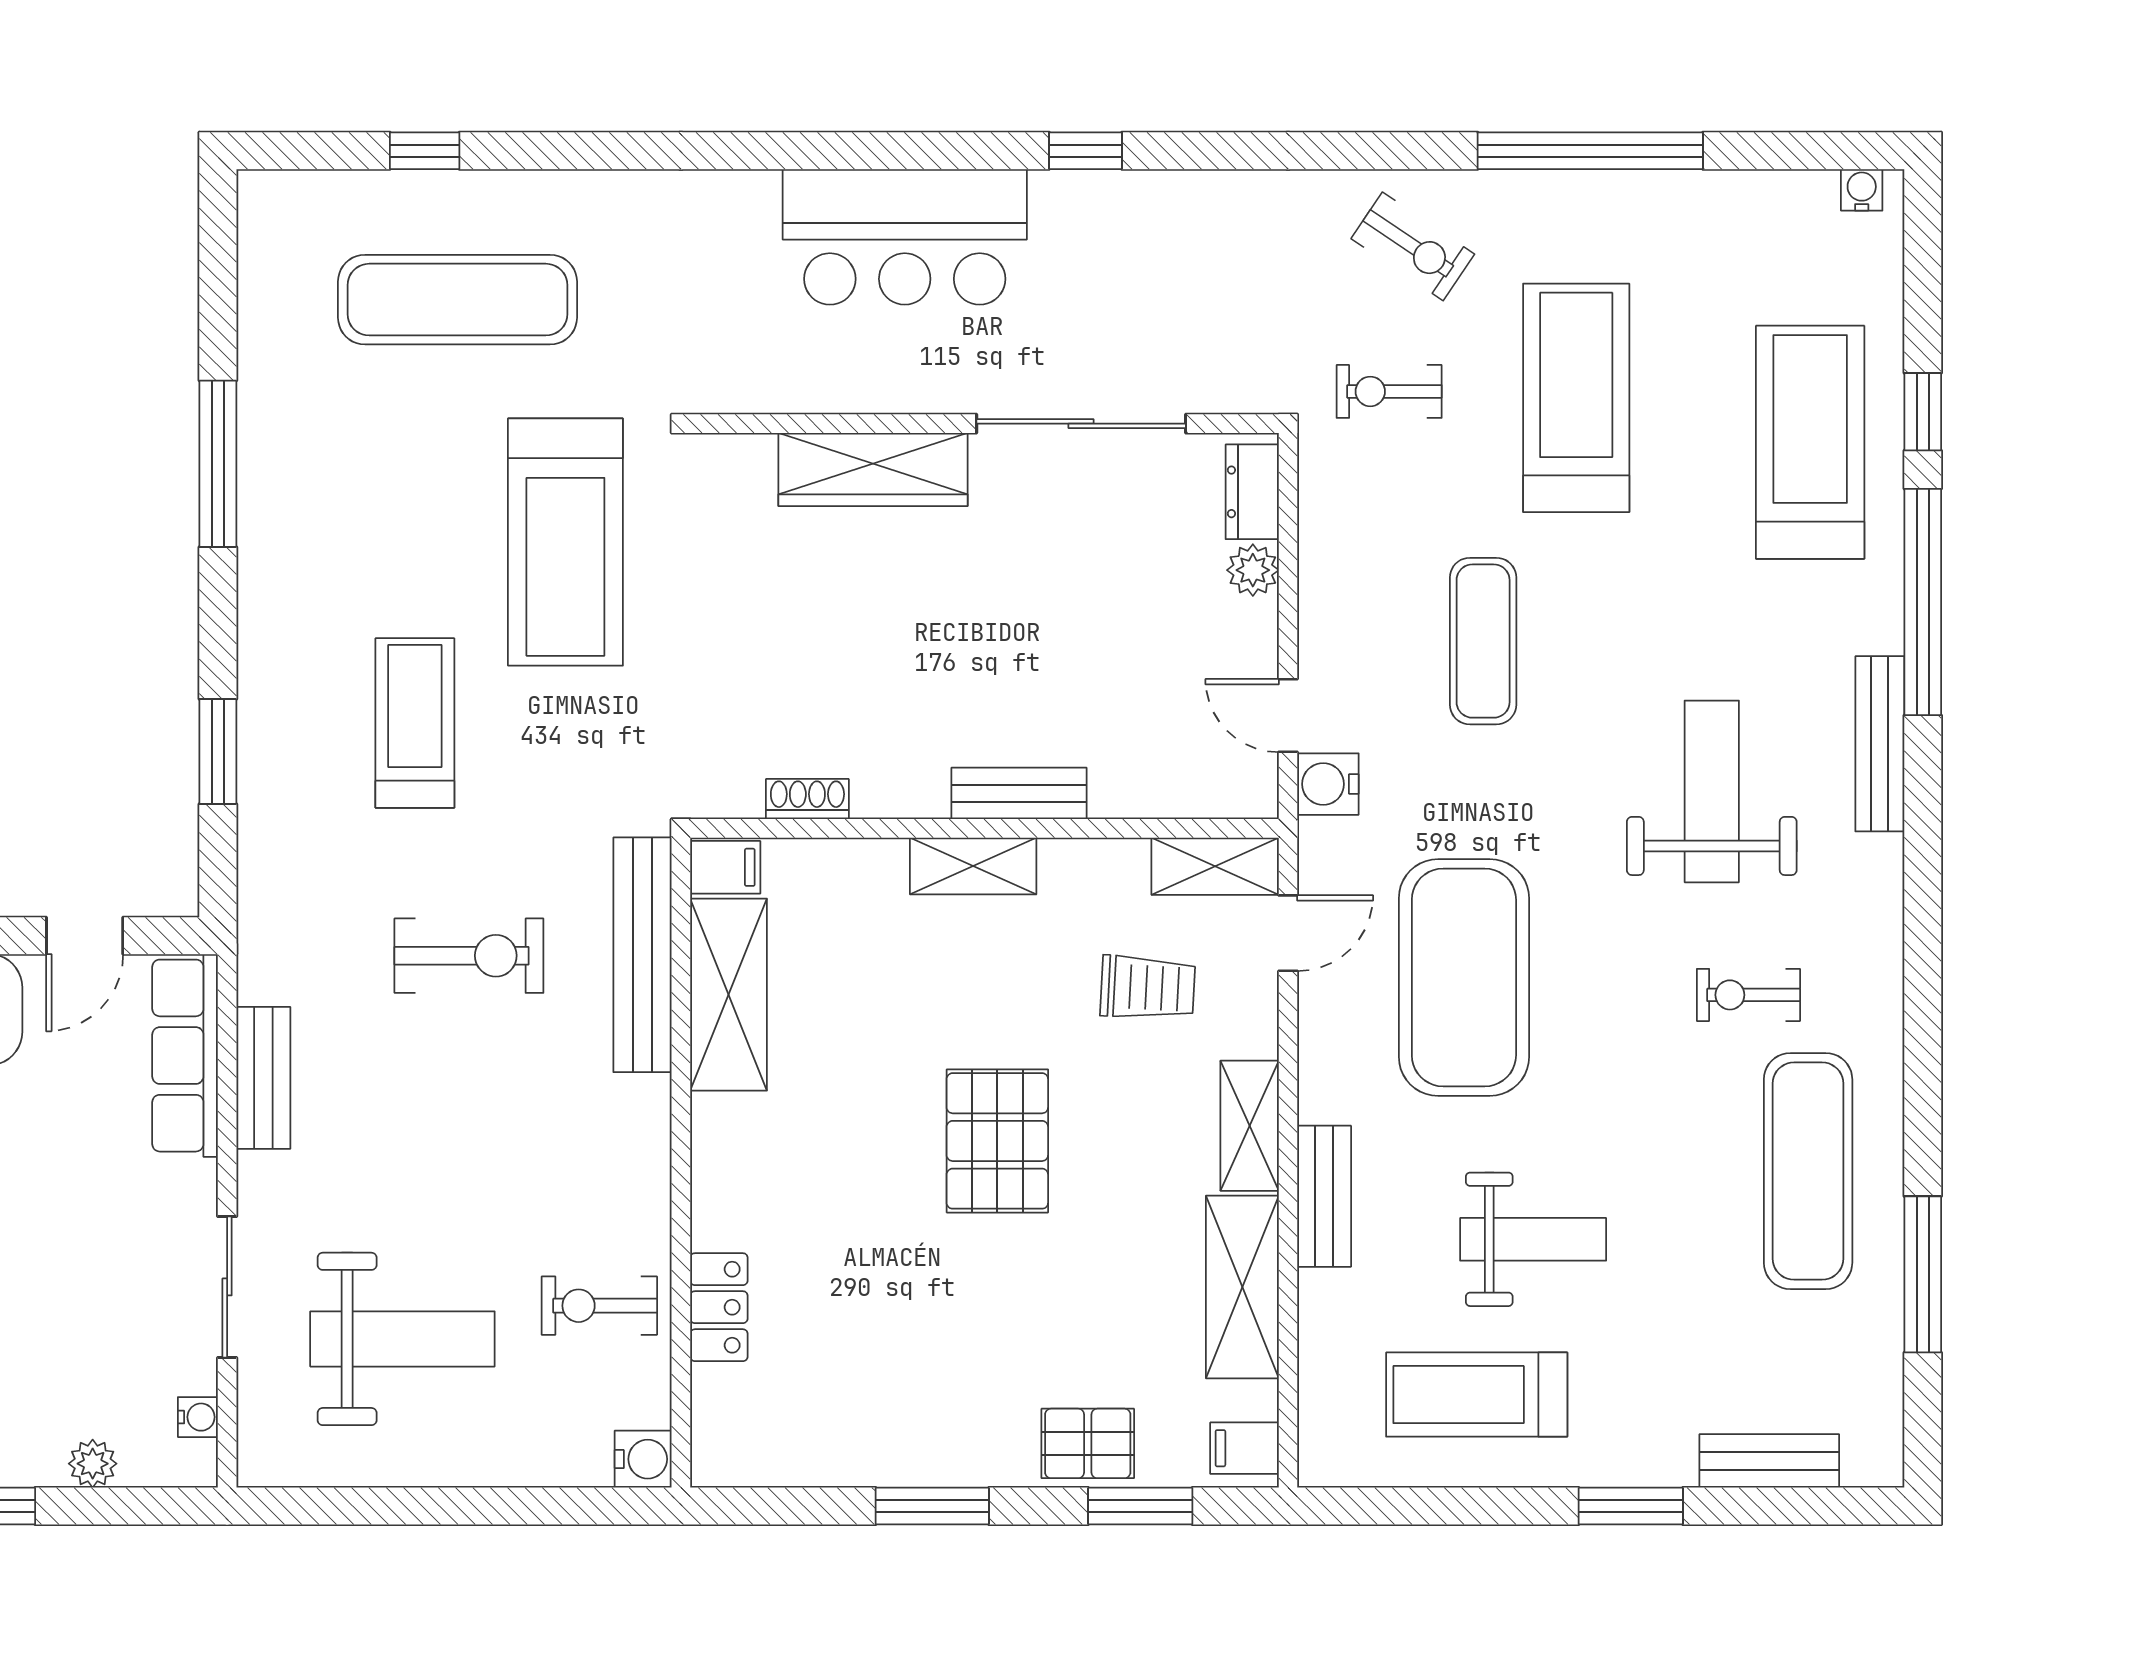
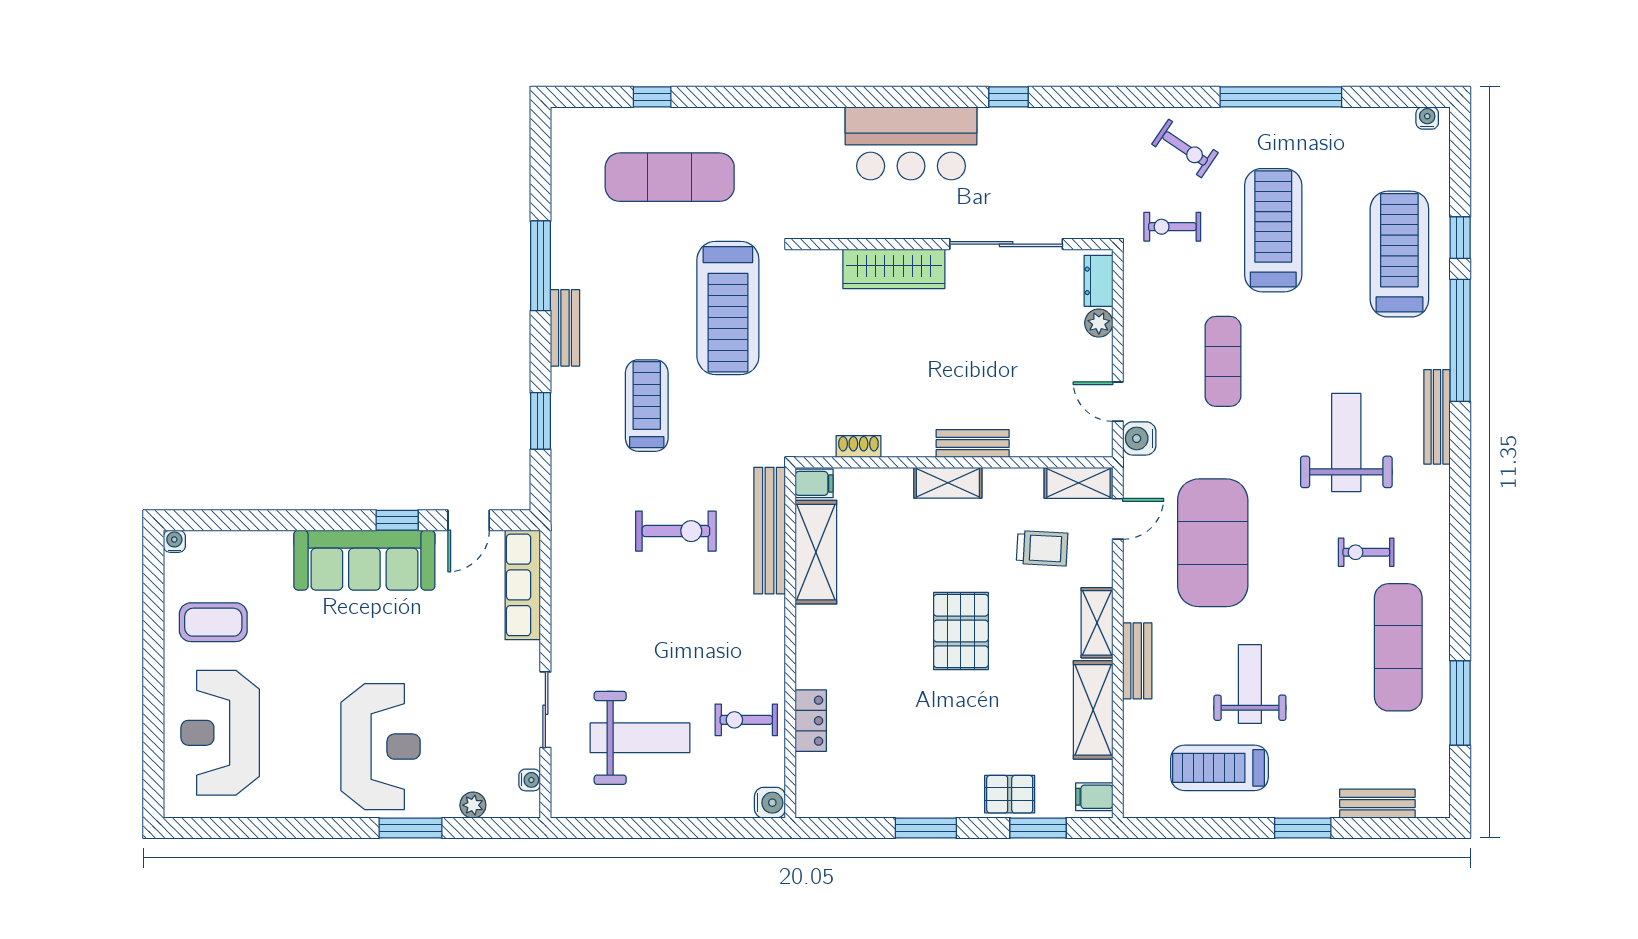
bench: (263, 1078) -> (565, 328), moved
weight bench: (1533, 1239) -> (1250, 684), turned -90

